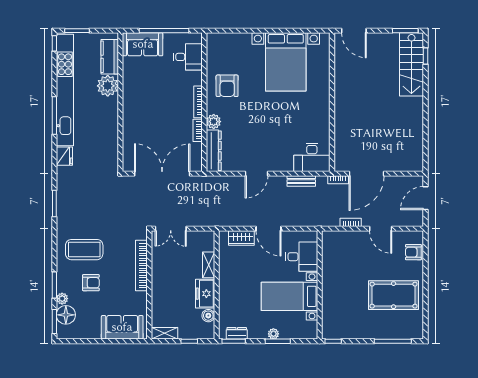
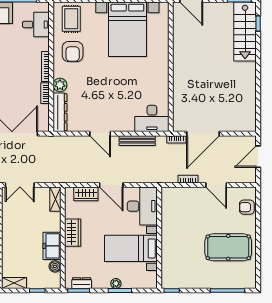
rug: (226, 51) -> (71, 19), added
door: (257, 174) -> (100, 134), hinge flipped
bench: (301, 181) -> (137, 141), width x1.36
desk: (302, 257) -> (142, 206), width x1.37
shelving: (209, 265) -> (55, 199), moved
wardrobe: (227, 279) -> (73, 233), added

